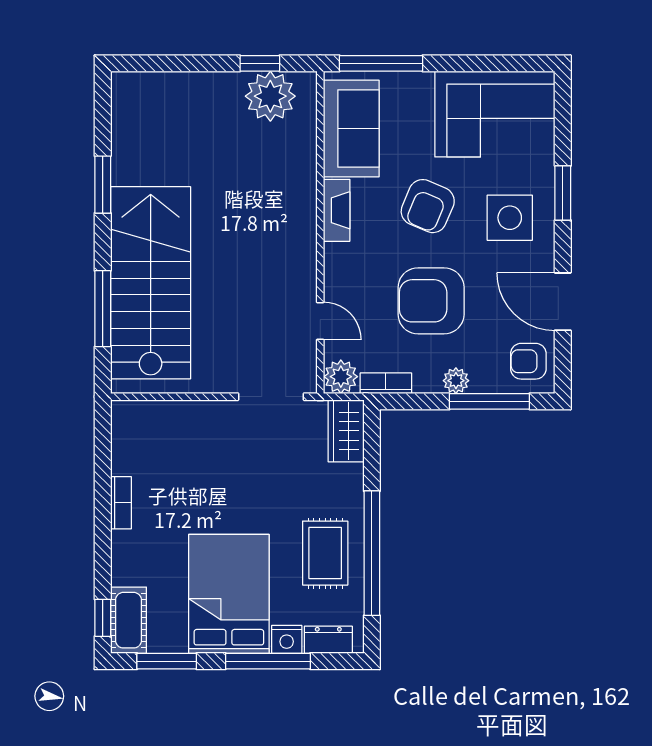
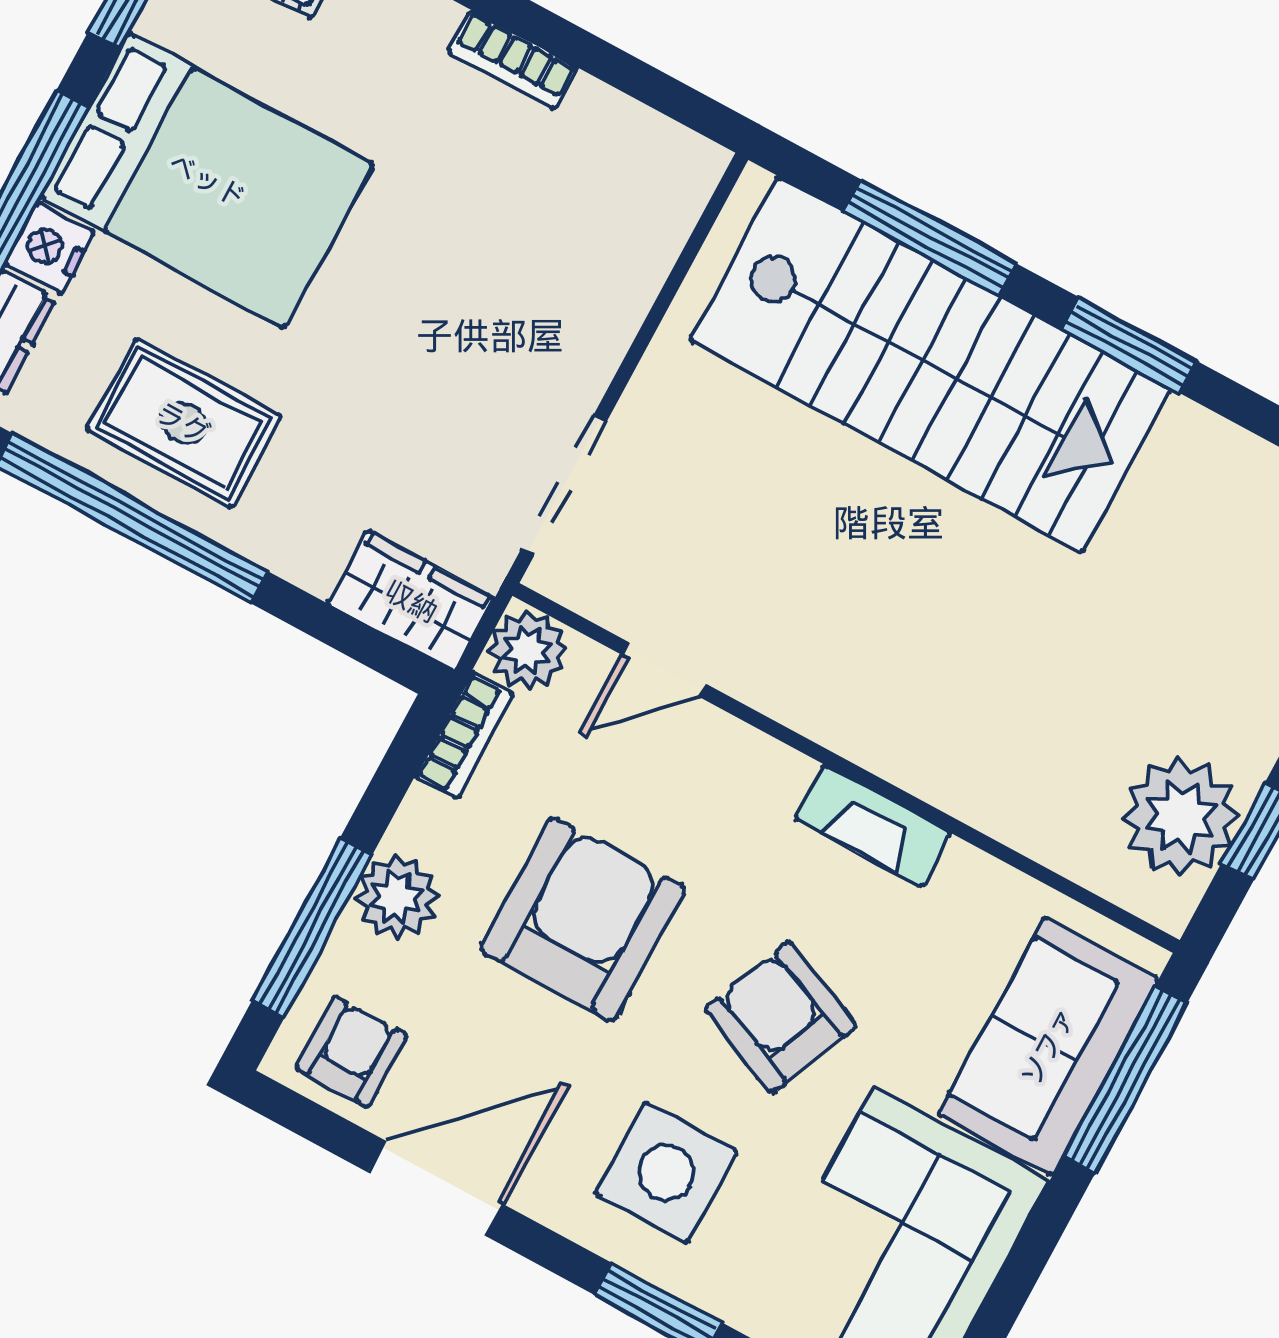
sofa: (351, 129) -> (1048, 1046), moved, turned 90
window: (103, 185) -> (1130, 345), moved
plant: (456, 381) -> (397, 897), width x1.38, depth x1.38

